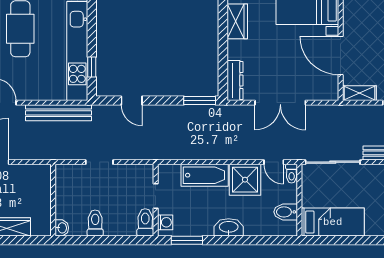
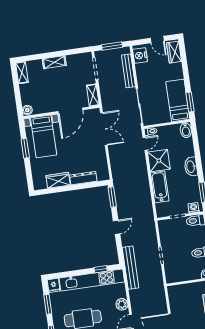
dresser: (235, 80) -> (83, 178), moved
plant: (33, 92) -> (122, 304), added
door: (132, 101) -> (117, 227), moved
double door: (280, 103) -> (104, 129), moved
bench: (58, 113) -> (130, 268), moved
bidet: (286, 212) -> (186, 130), moved
window: (328, 240) -> (190, 102), added

